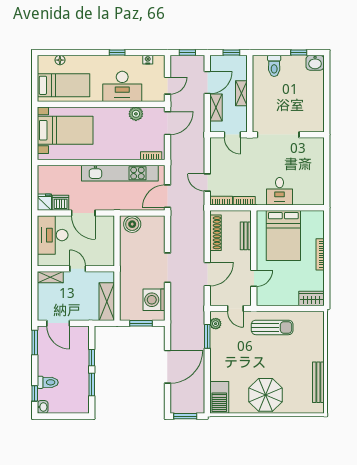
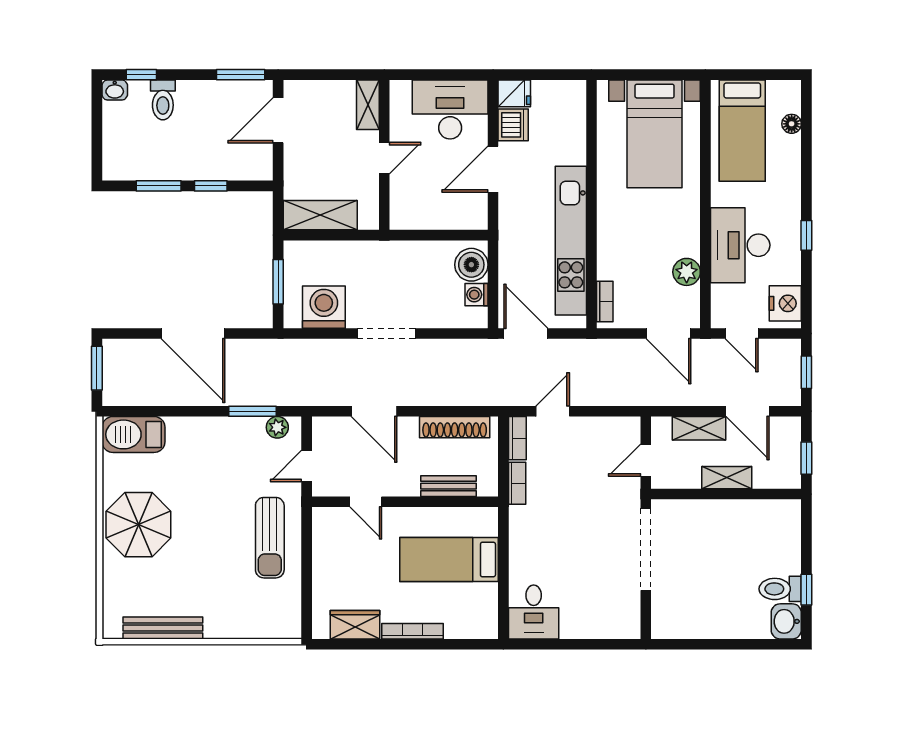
nightstand: (148, 60) -> (785, 303), width x1.89, depth x1.79
toilet: (274, 66) -> (780, 589), moved
desk: (280, 191) -> (534, 612), moved, turned -90
washing machine: (148, 222) -> (477, 295), added
bed: (283, 236) -> (449, 560), width x0.67
wardrobe: (311, 299) -> (355, 625), moved, turned -90

